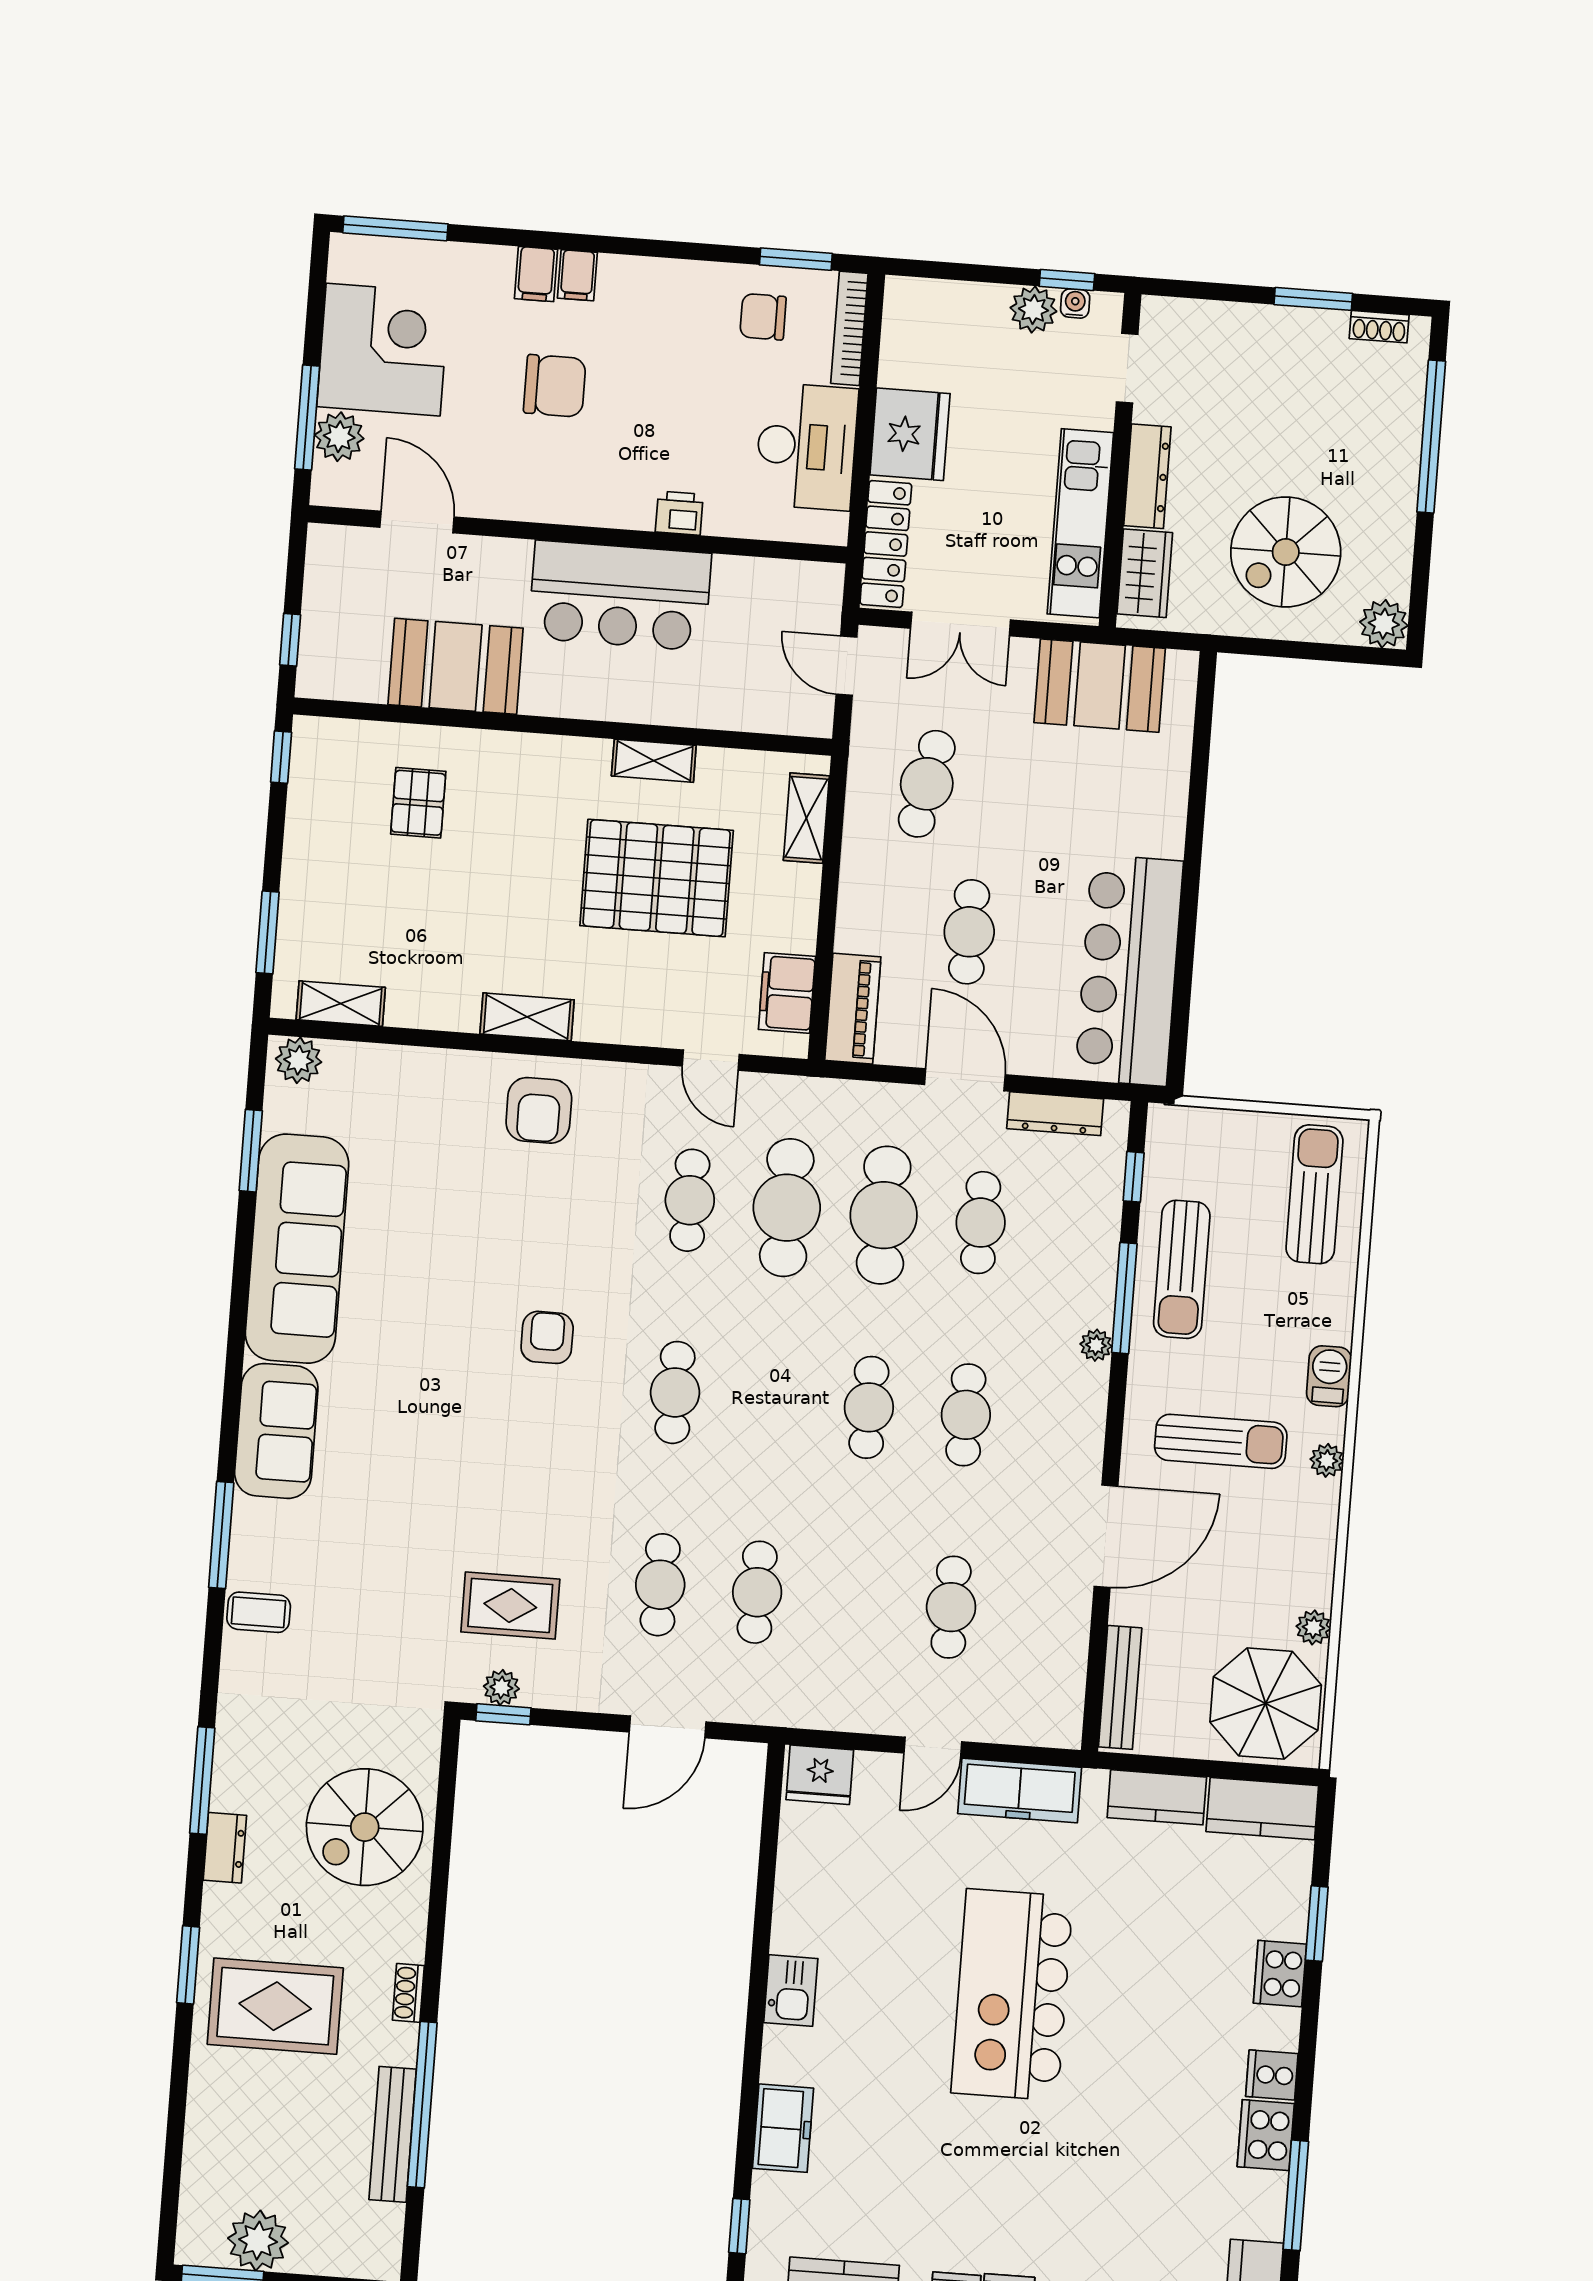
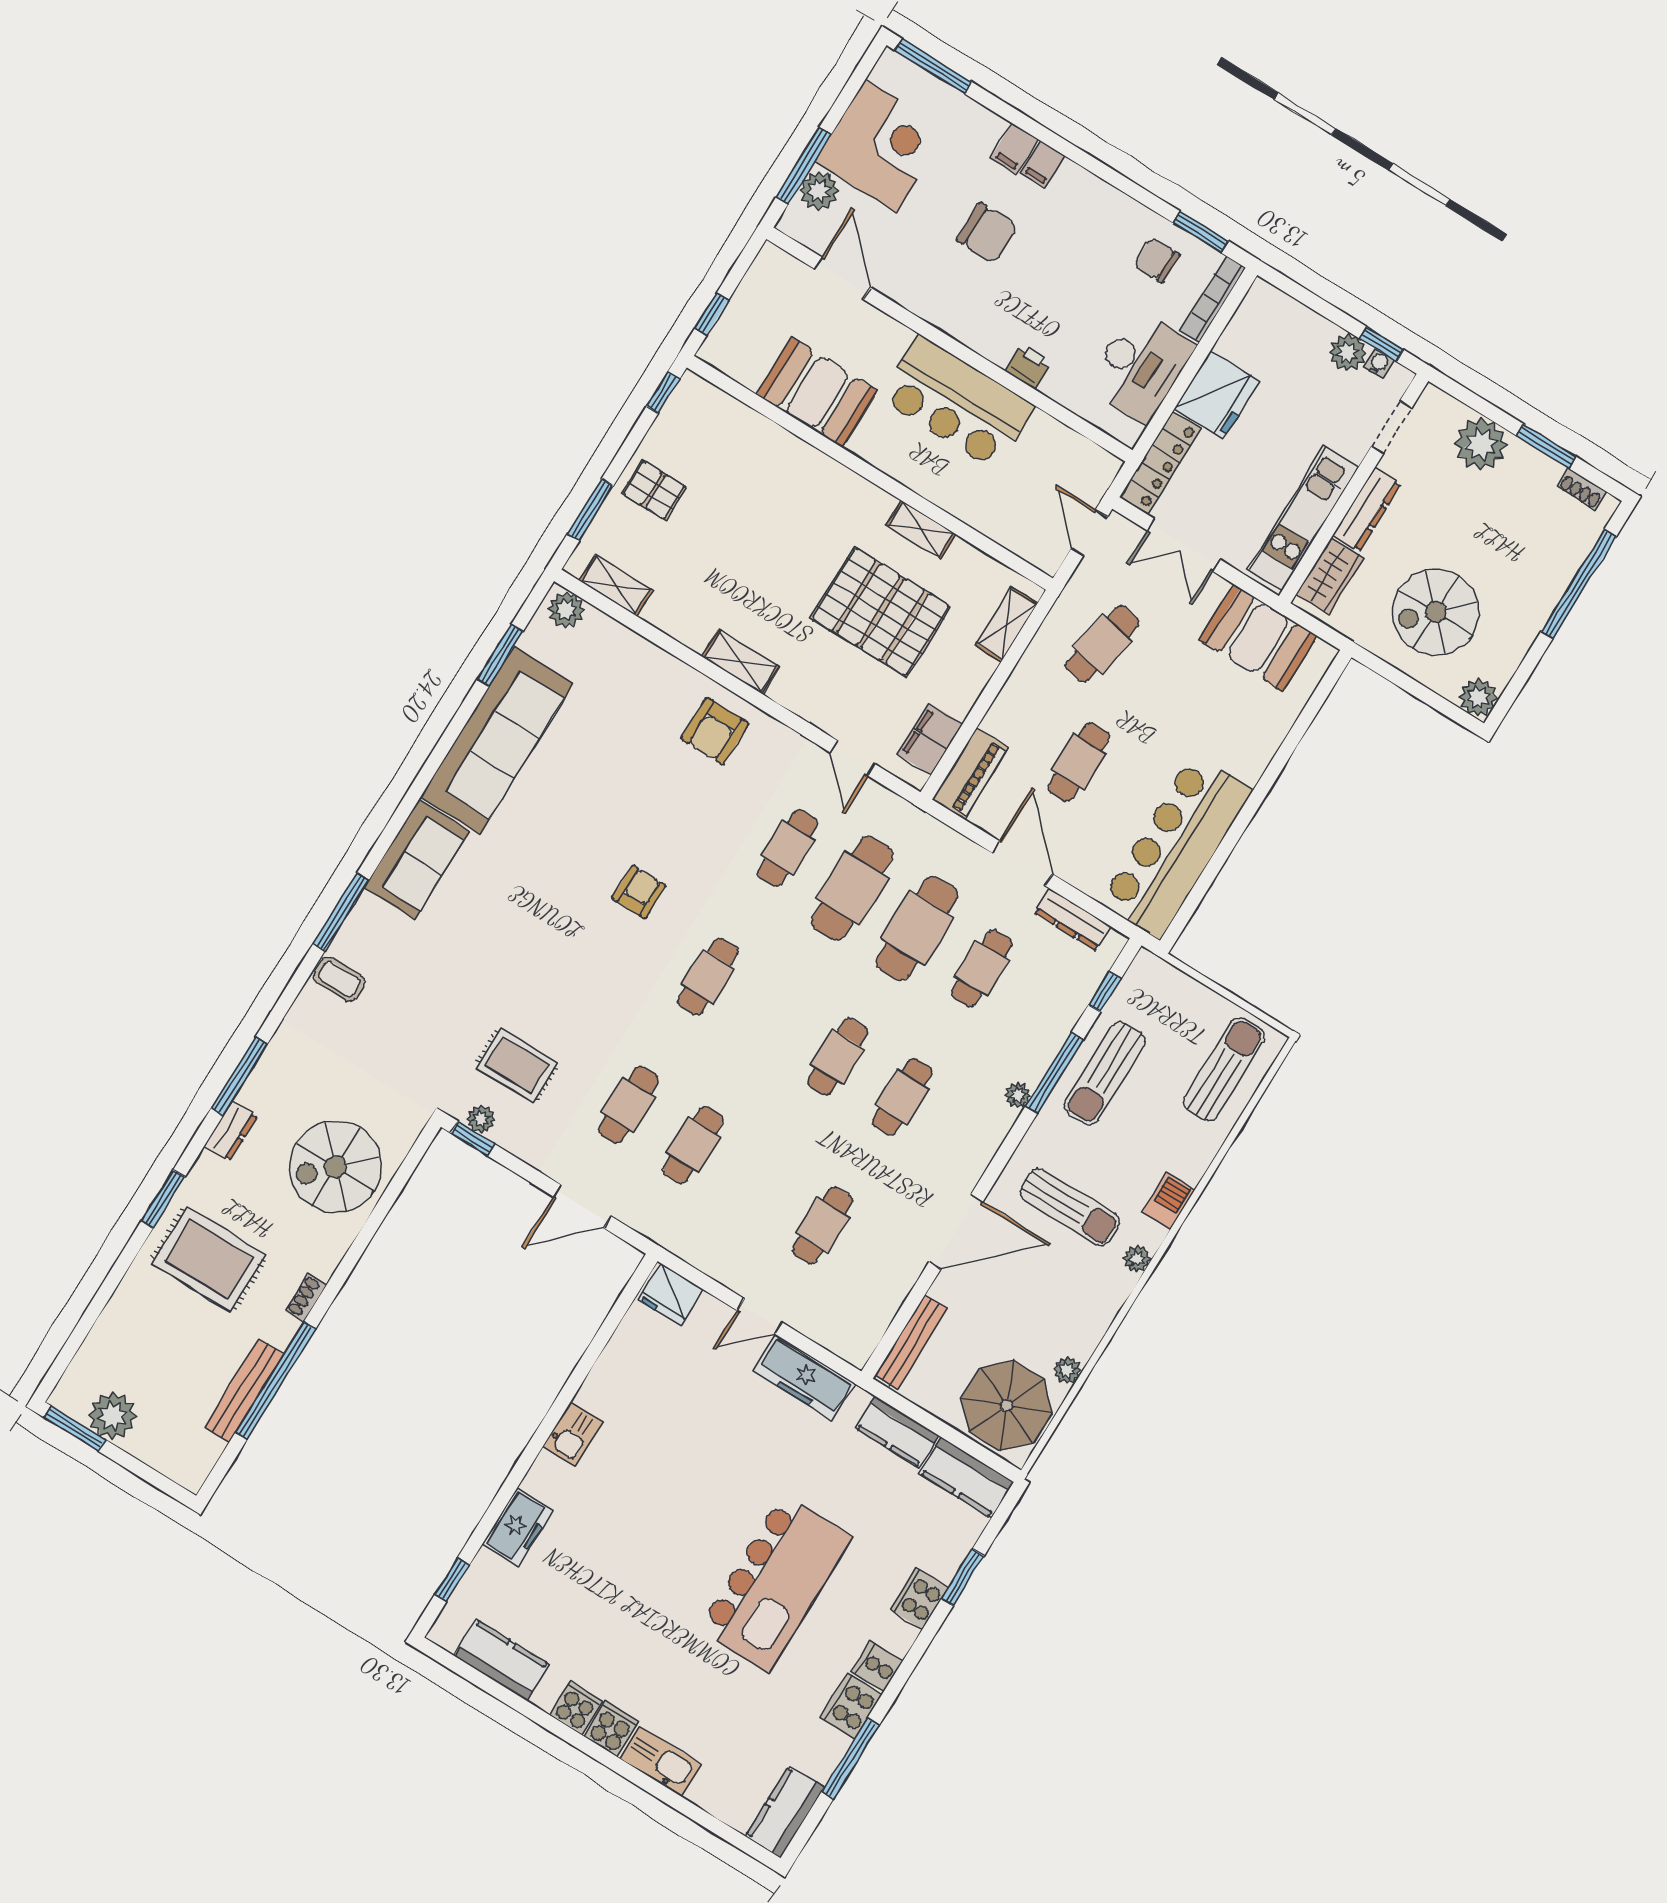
plant: (1238, 335) -> (1481, 444), added
pallet: (418, 803) -> (654, 490), moved, turned 90
kitchen island: (1012, 1995) -> (775, 1583), moved, turned 180

